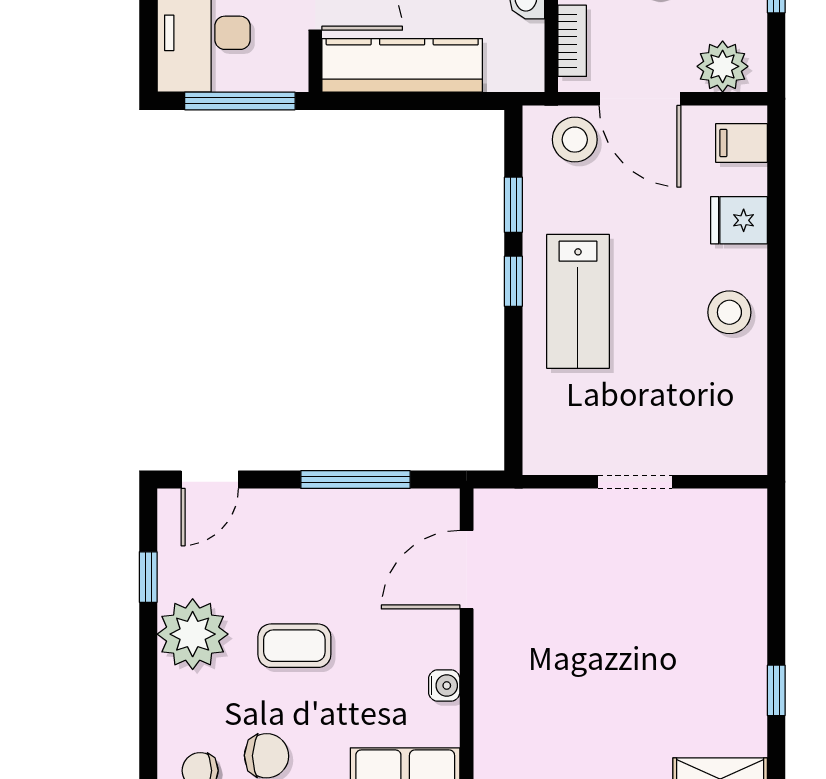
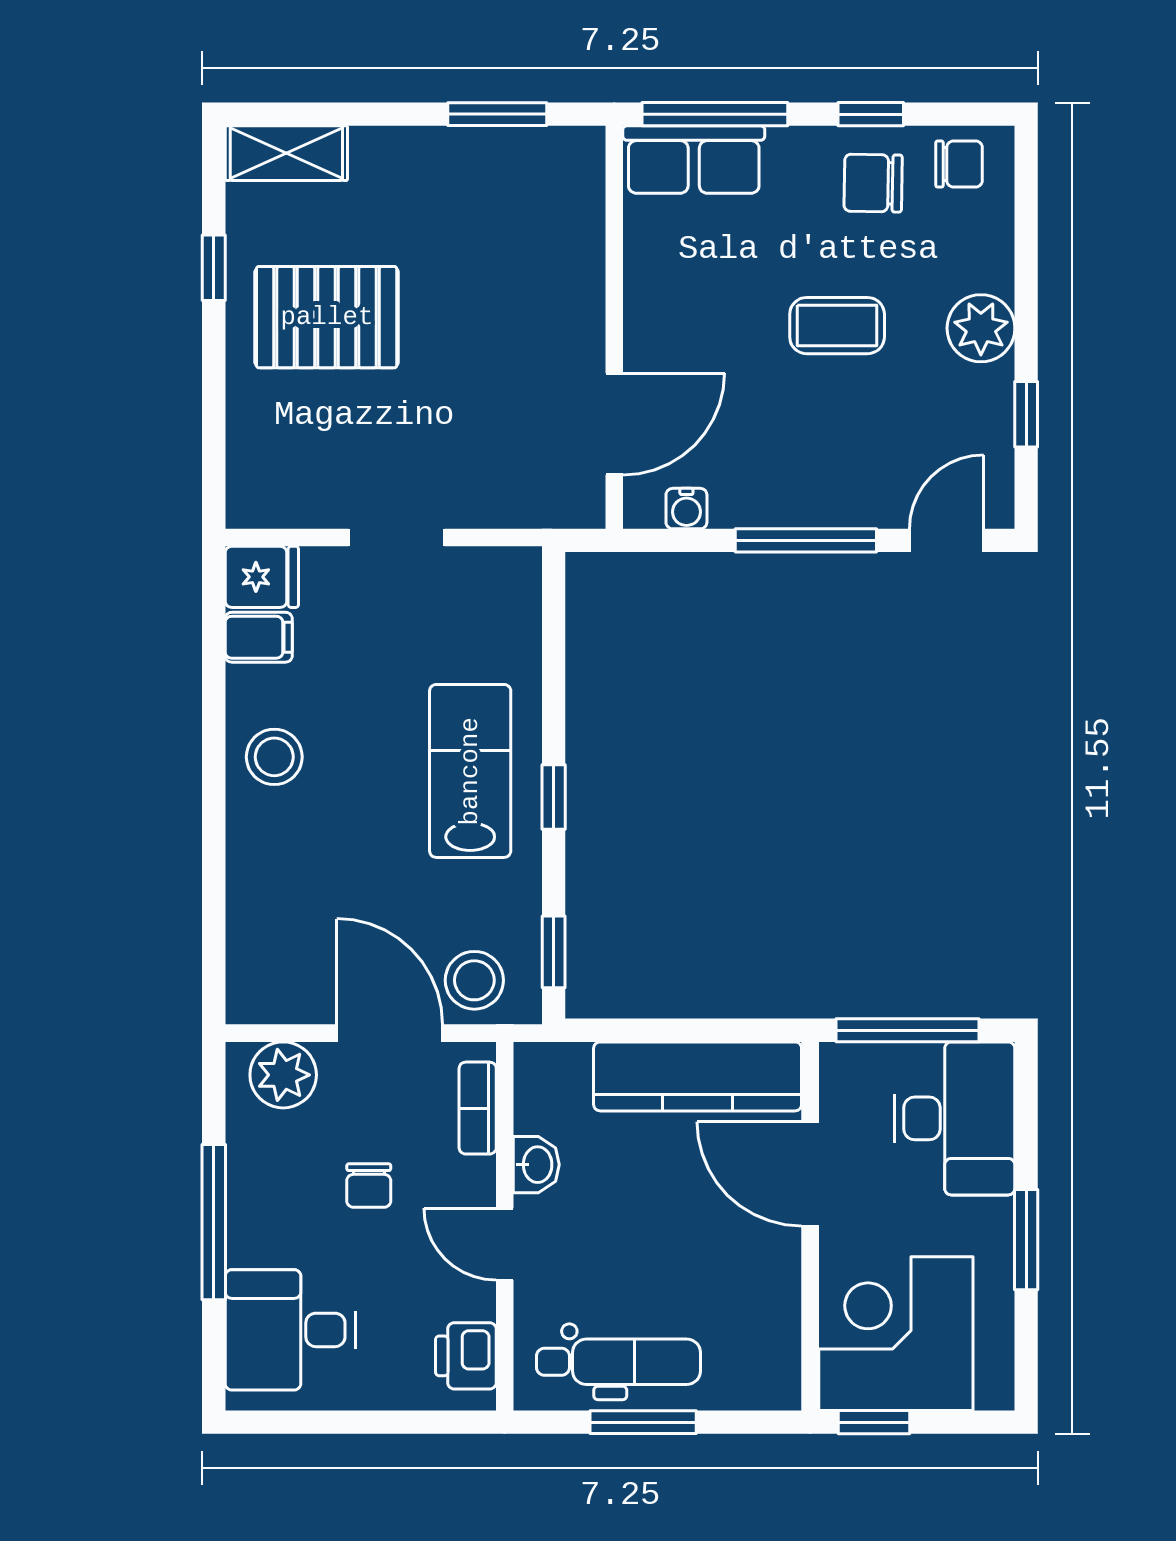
filing cabinet: (741, 143) -> (259, 637), moved
window: (513, 205) -> (554, 952), moved
fridge: (739, 220) -> (262, 577), moved
window: (355, 480) -> (806, 540), moved
plant: (193, 634) -> (981, 328), width x0.73, depth x0.73
pallet: (689, 652) -> (327, 317), added
water cooler: (444, 685) -> (686, 509), moved, turned -90

